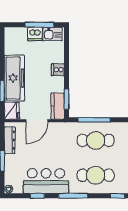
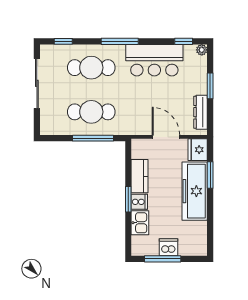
kitchen sink: (53, 34) -> (140, 223), moved, turned 90
window: (67, 99) -> (128, 199), moved
kitchen counter: (58, 106) -> (140, 176), moved
door: (37, 121) -> (166, 137), hinge flipped
window: (37, 196) -> (184, 41), moved

